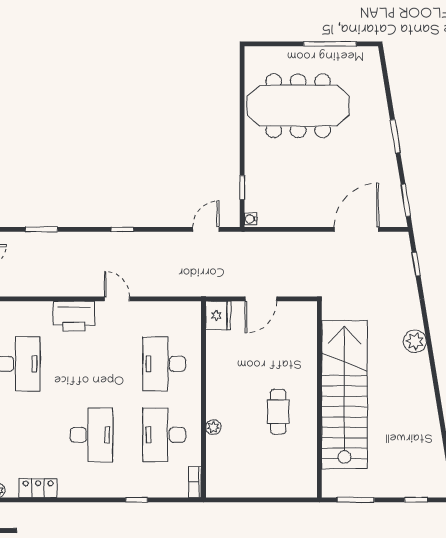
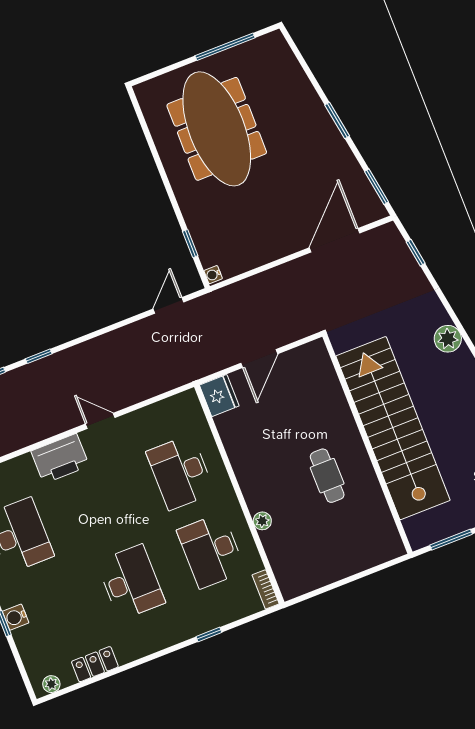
meeting table: (298, 106) -> (217, 129), turned 90
window: (122, 229) -> (39, 356), moved

